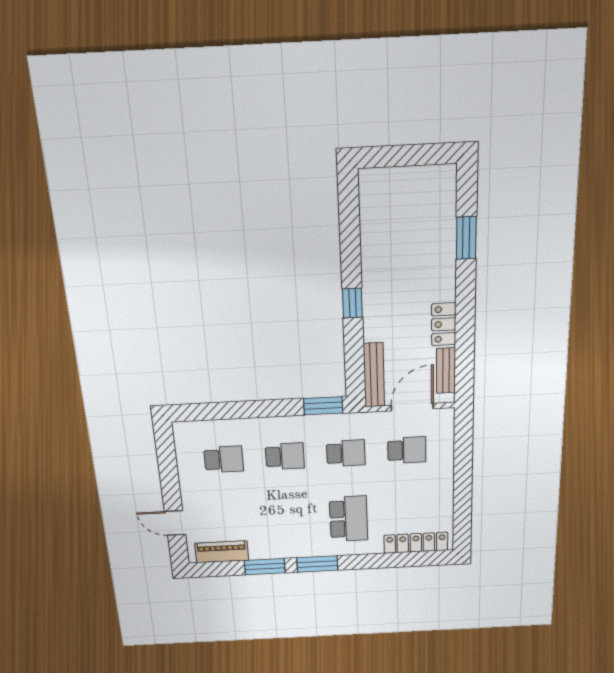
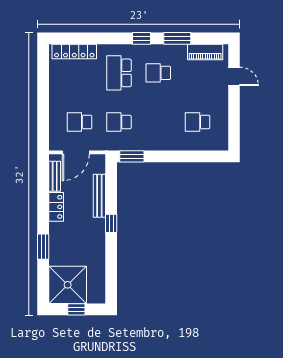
window: (409, 155) -> (76, 309), added
shower: (424, 198) -> (68, 285), added
window: (466, 238) -> (43, 247), moved
bench: (374, 375) -> (99, 196), moved
school desk: (285, 456) -> (158, 73), moved
window: (317, 564) -> (141, 38), width x0.67

